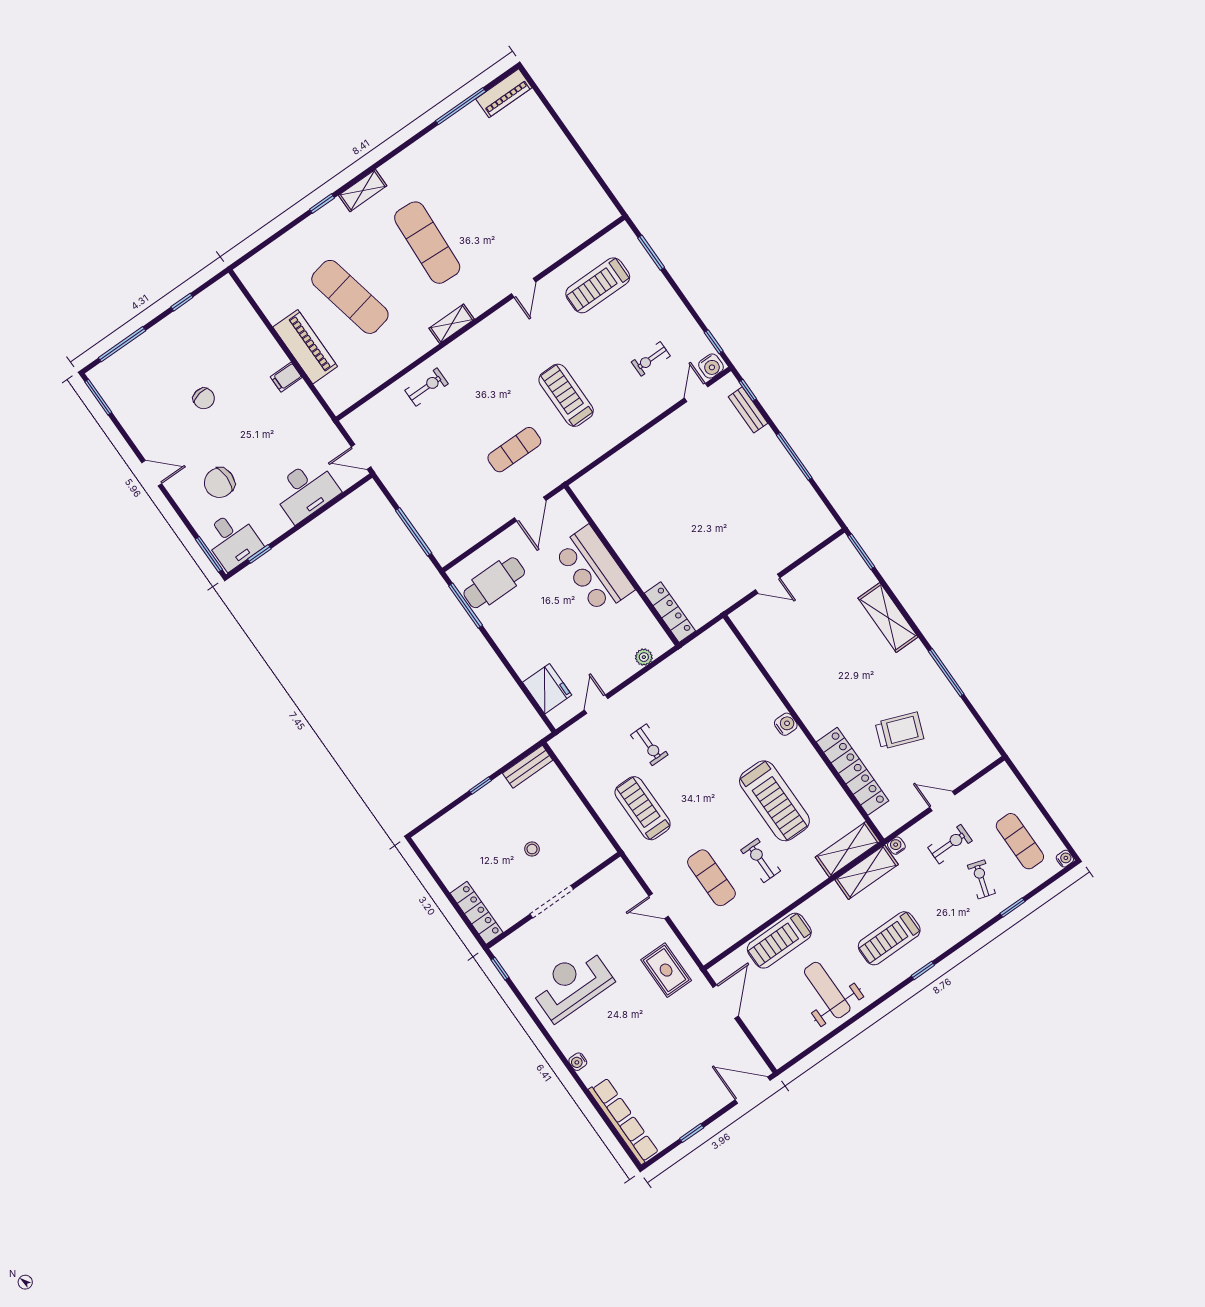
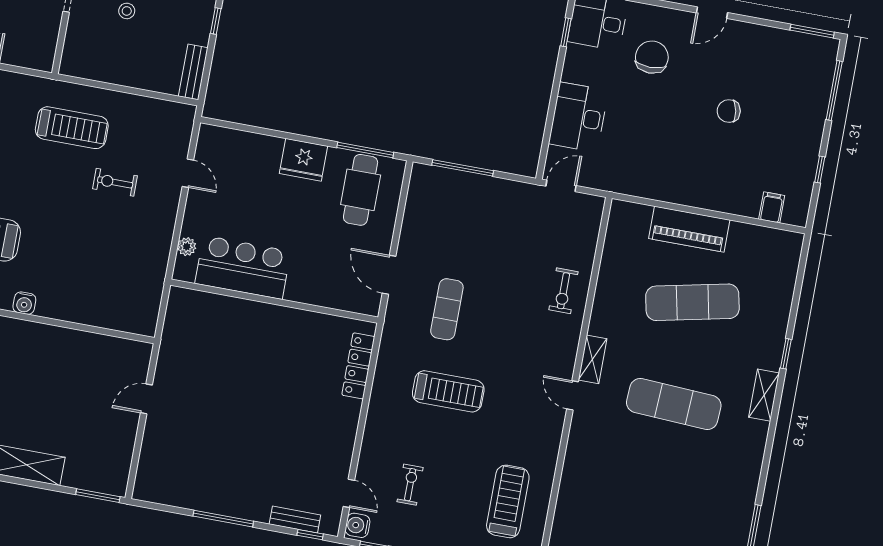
door: (524, 288) -> (573, 395), moved
filing cabinet: (286, 377) -> (772, 207), moved
bar counter: (594, 570) -> (243, 267), moved
locker: (670, 612) -> (358, 366), moved, turned 90
fridge: (547, 689) -> (303, 160), moved

